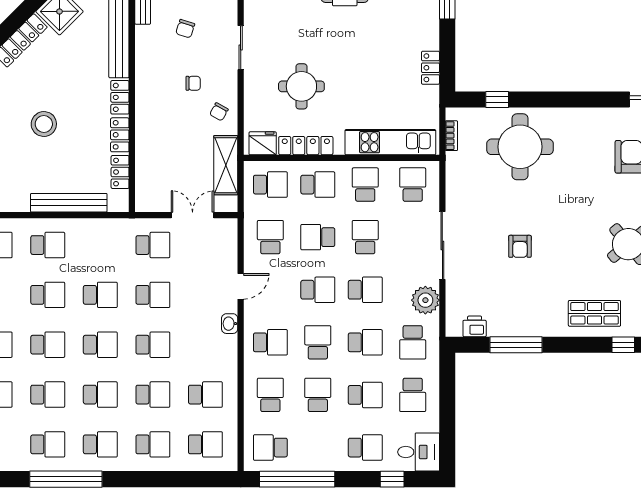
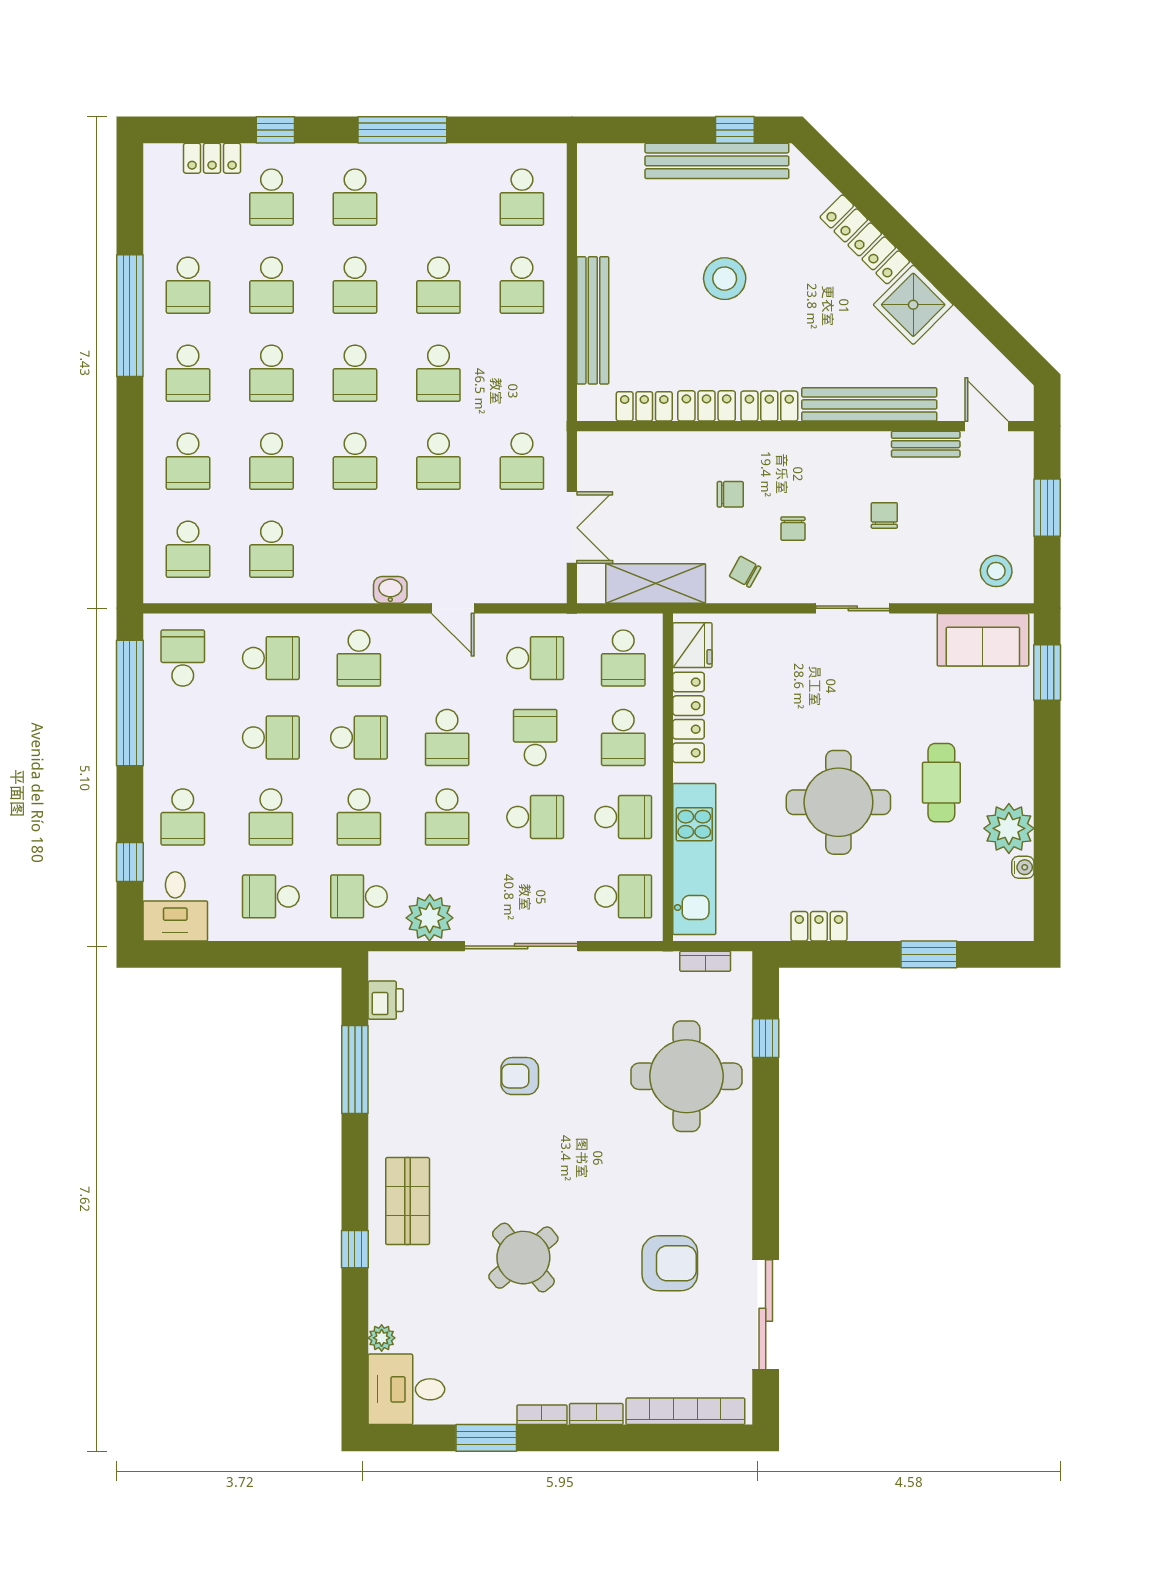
chair: (185, 29) -> (884, 515), turned 72
round table: (301, 86) -> (838, 802), moved, width x1.36, depth x1.36
chair: (173, 121) -> (730, 494), added

